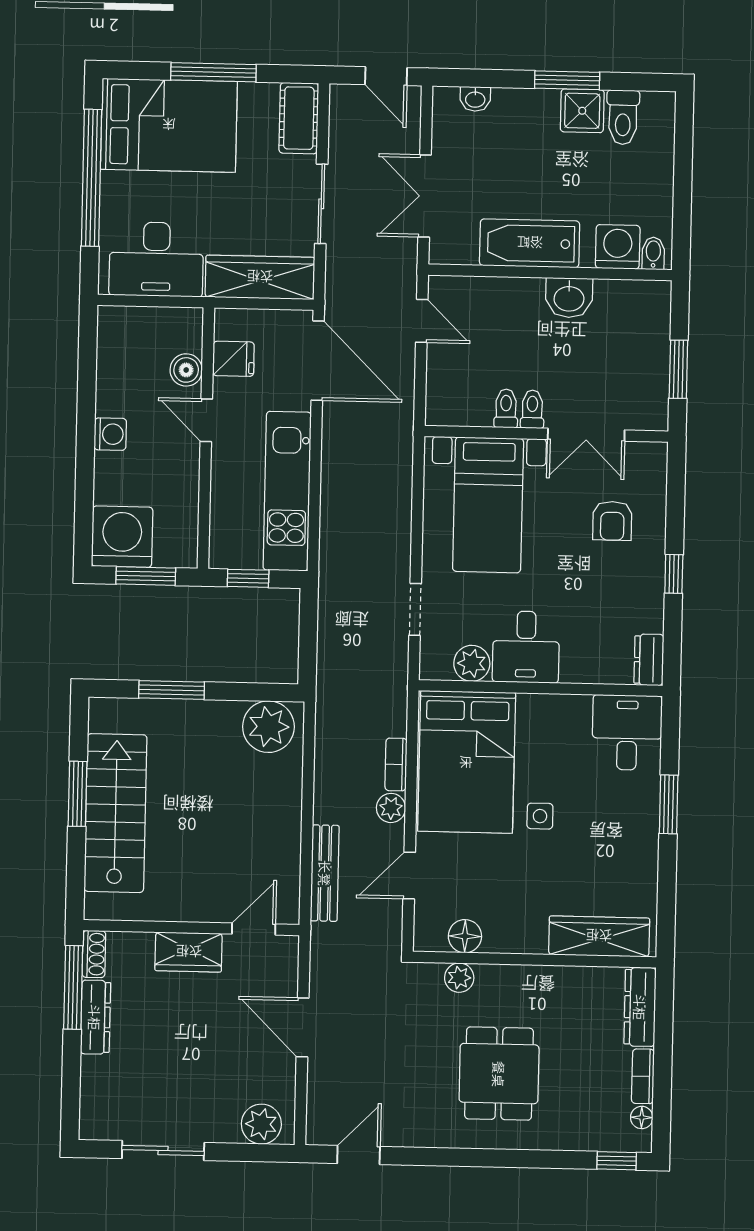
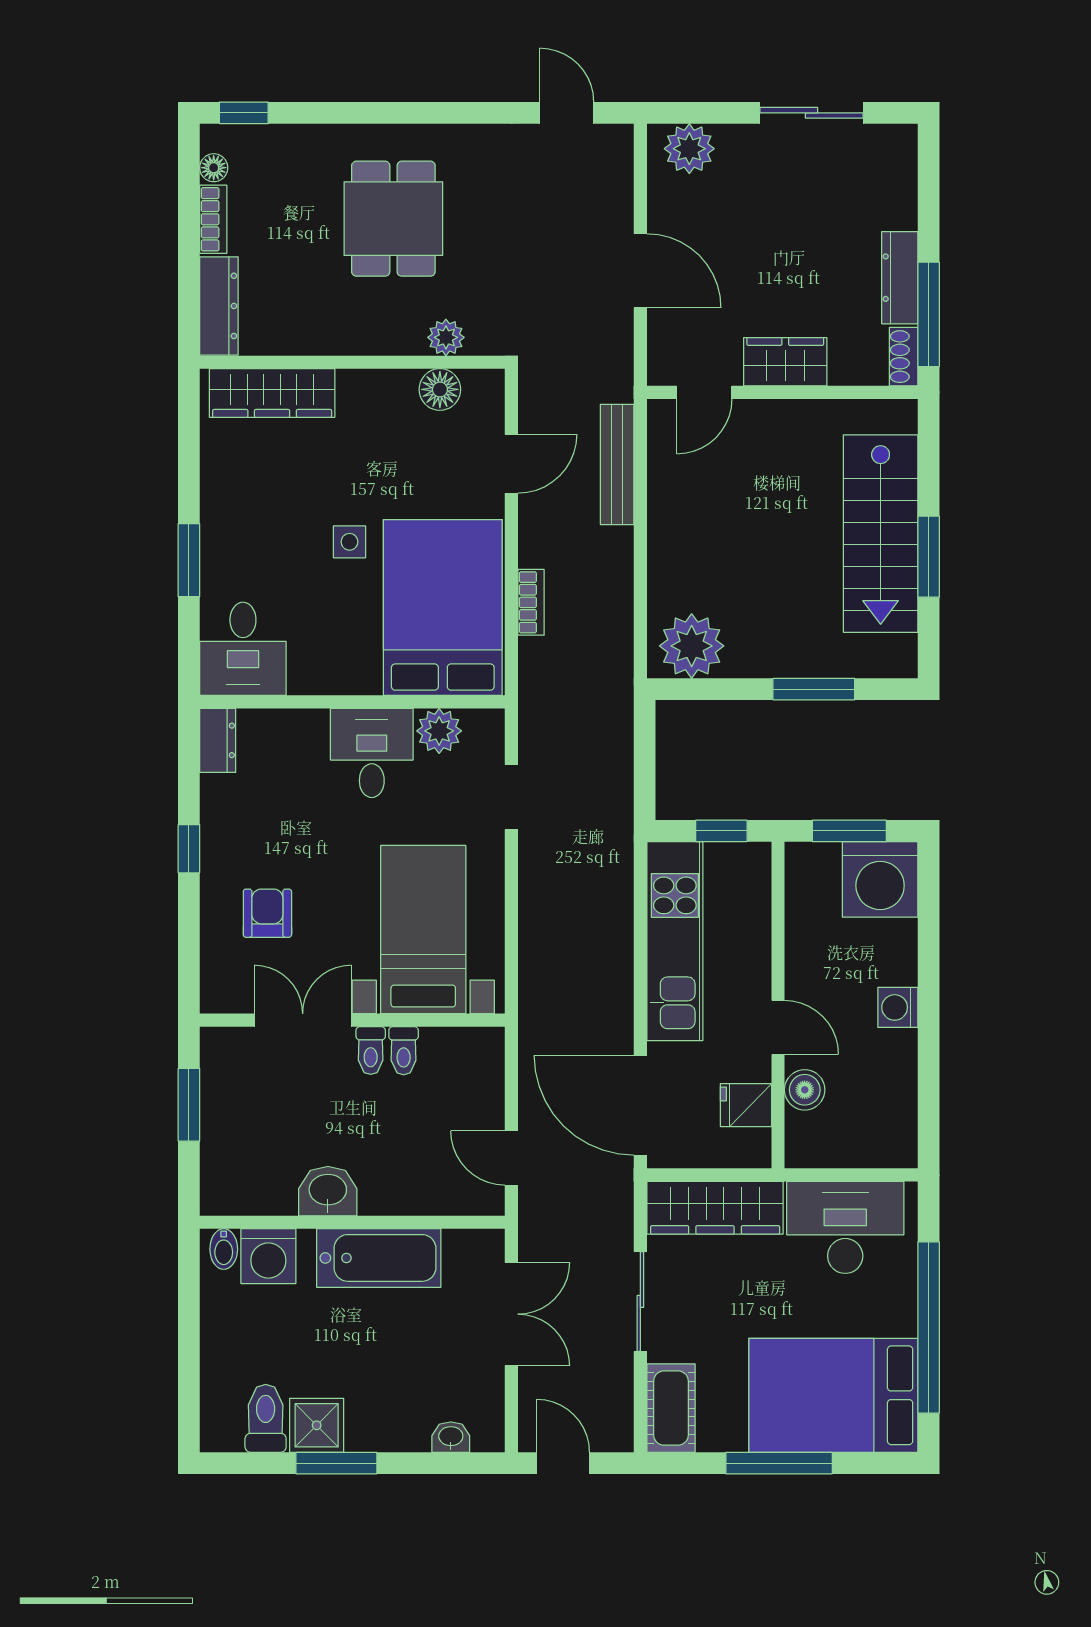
plant: (391, 808) -> (536, 548), removed
door: (359, 1155) -> (567, 113), swing flipped

